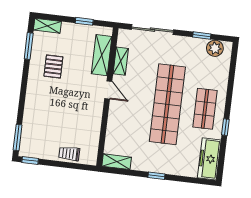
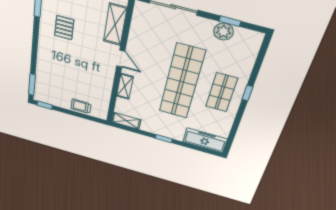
plant: (215, 48) -> (223, 32), moved
shelving: (121, 61) -> (125, 86), moved
window: (225, 127) -> (247, 93), moved
freezer: (209, 159) -> (205, 140), moved, turned 90

